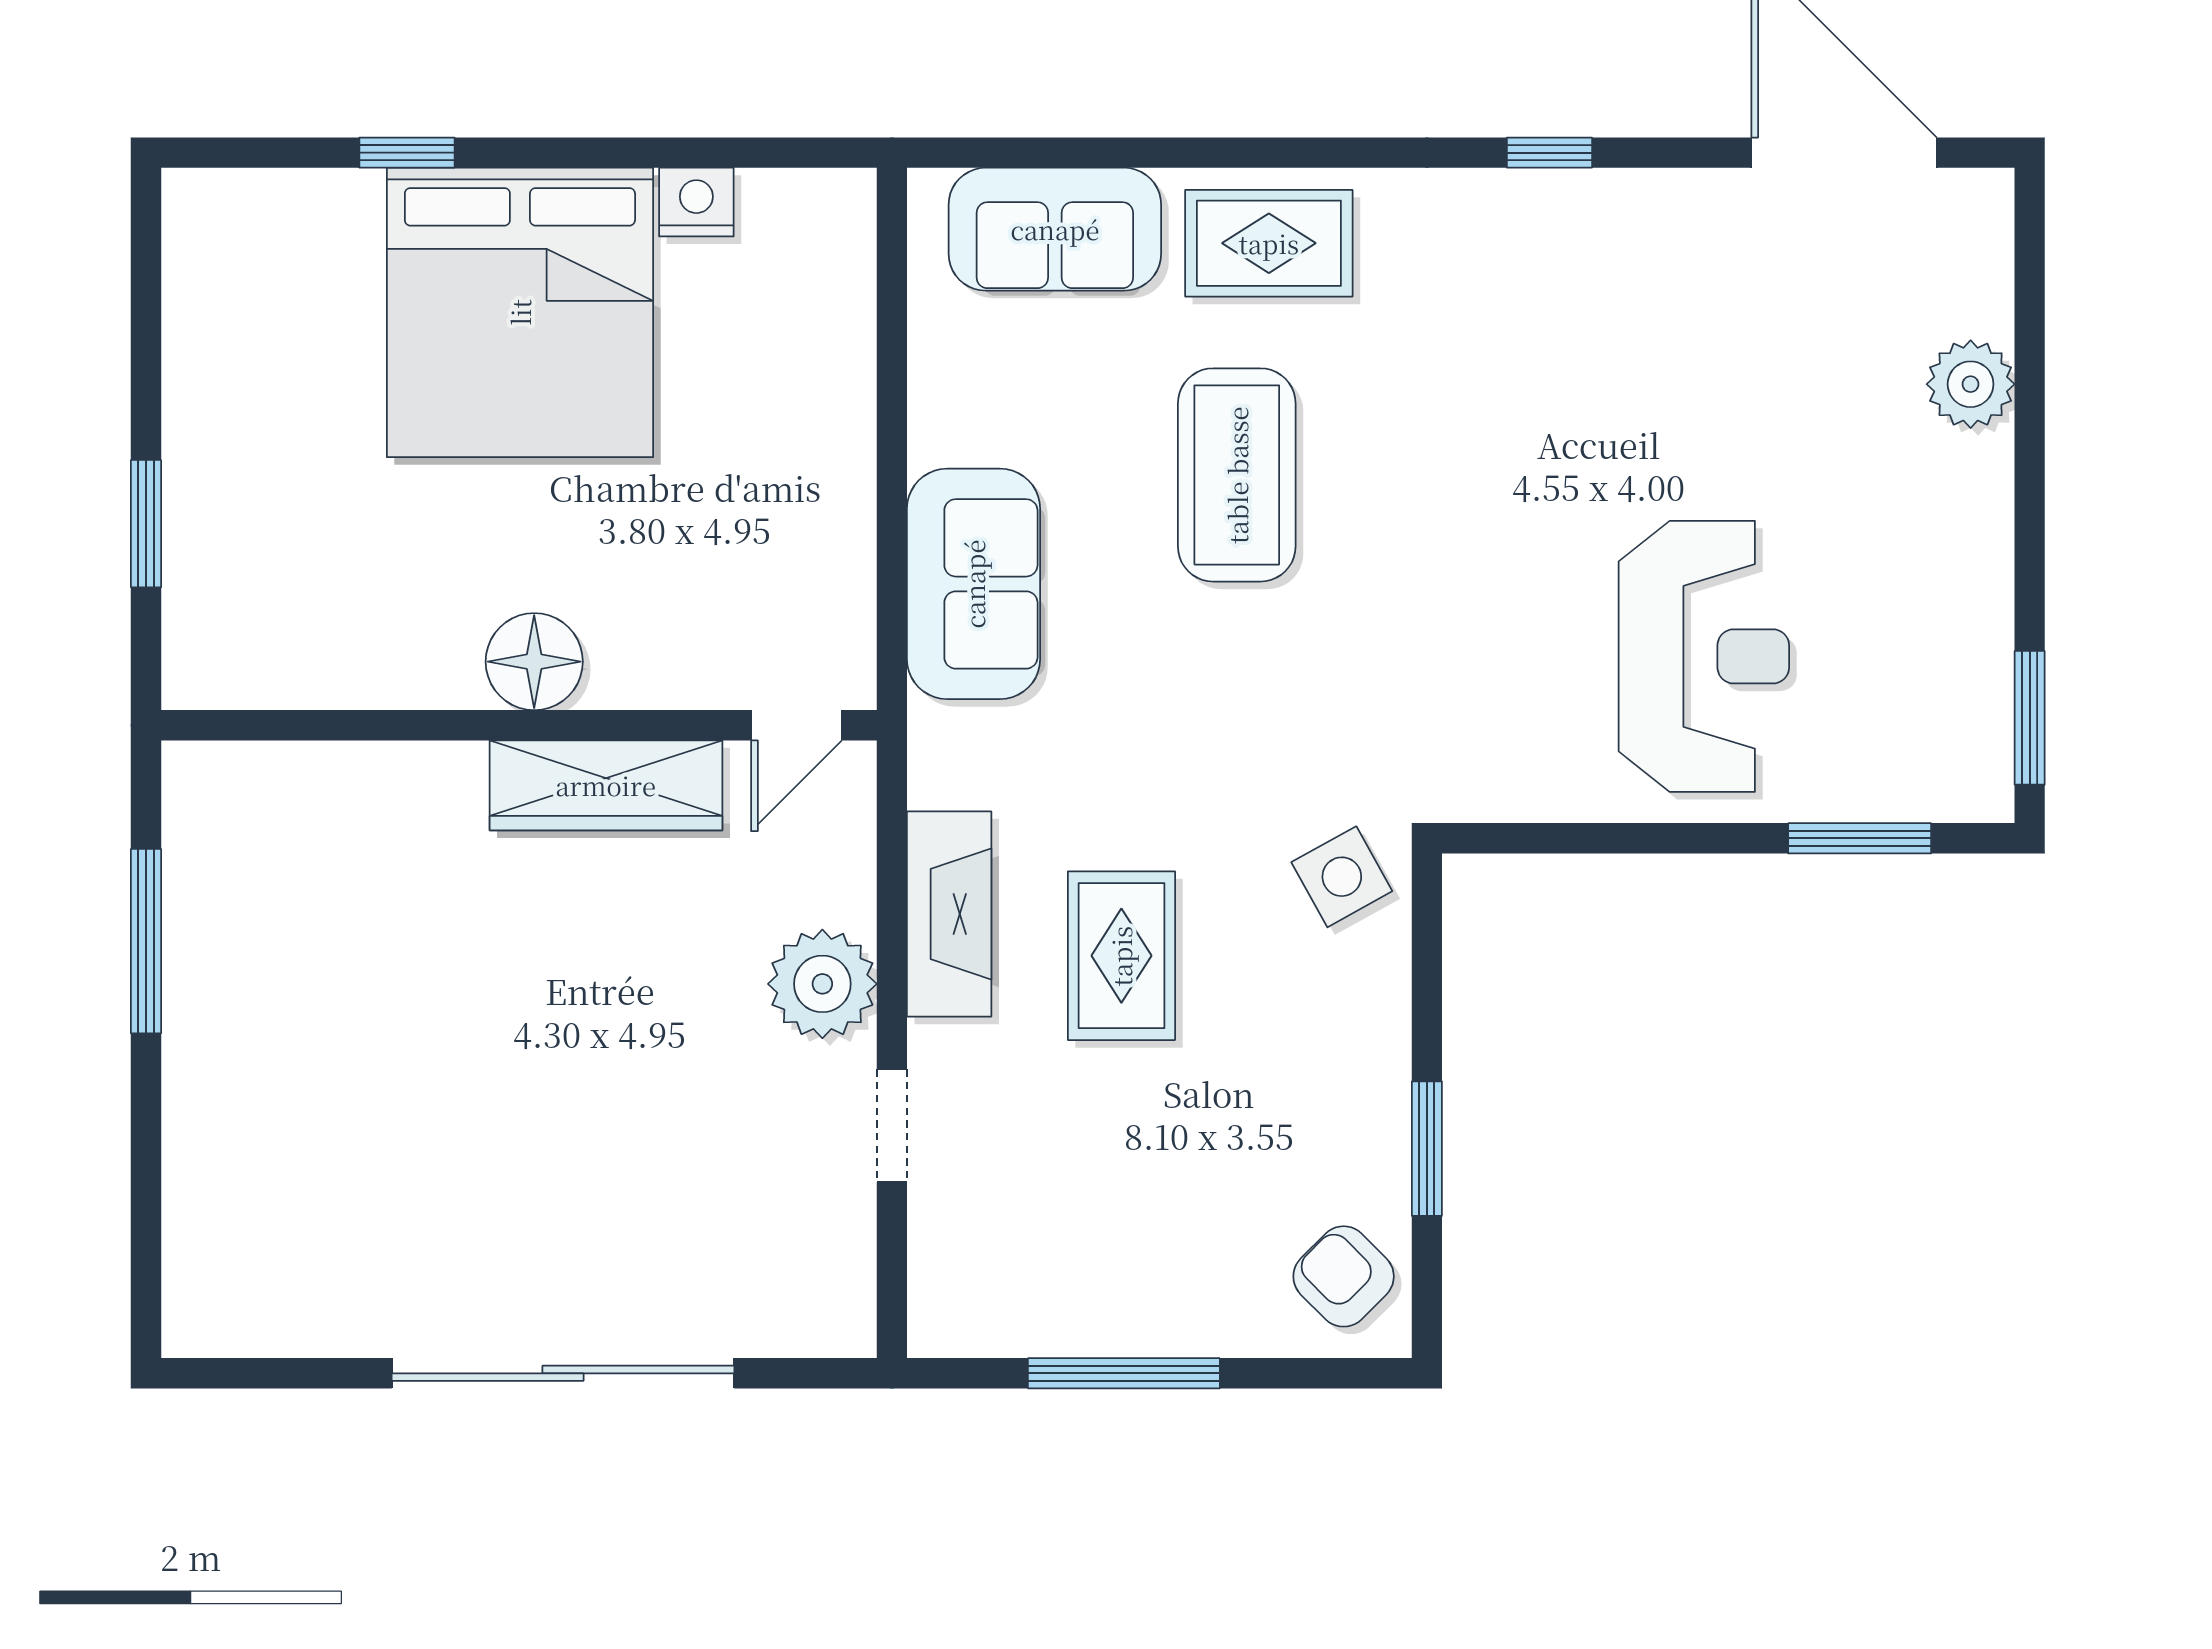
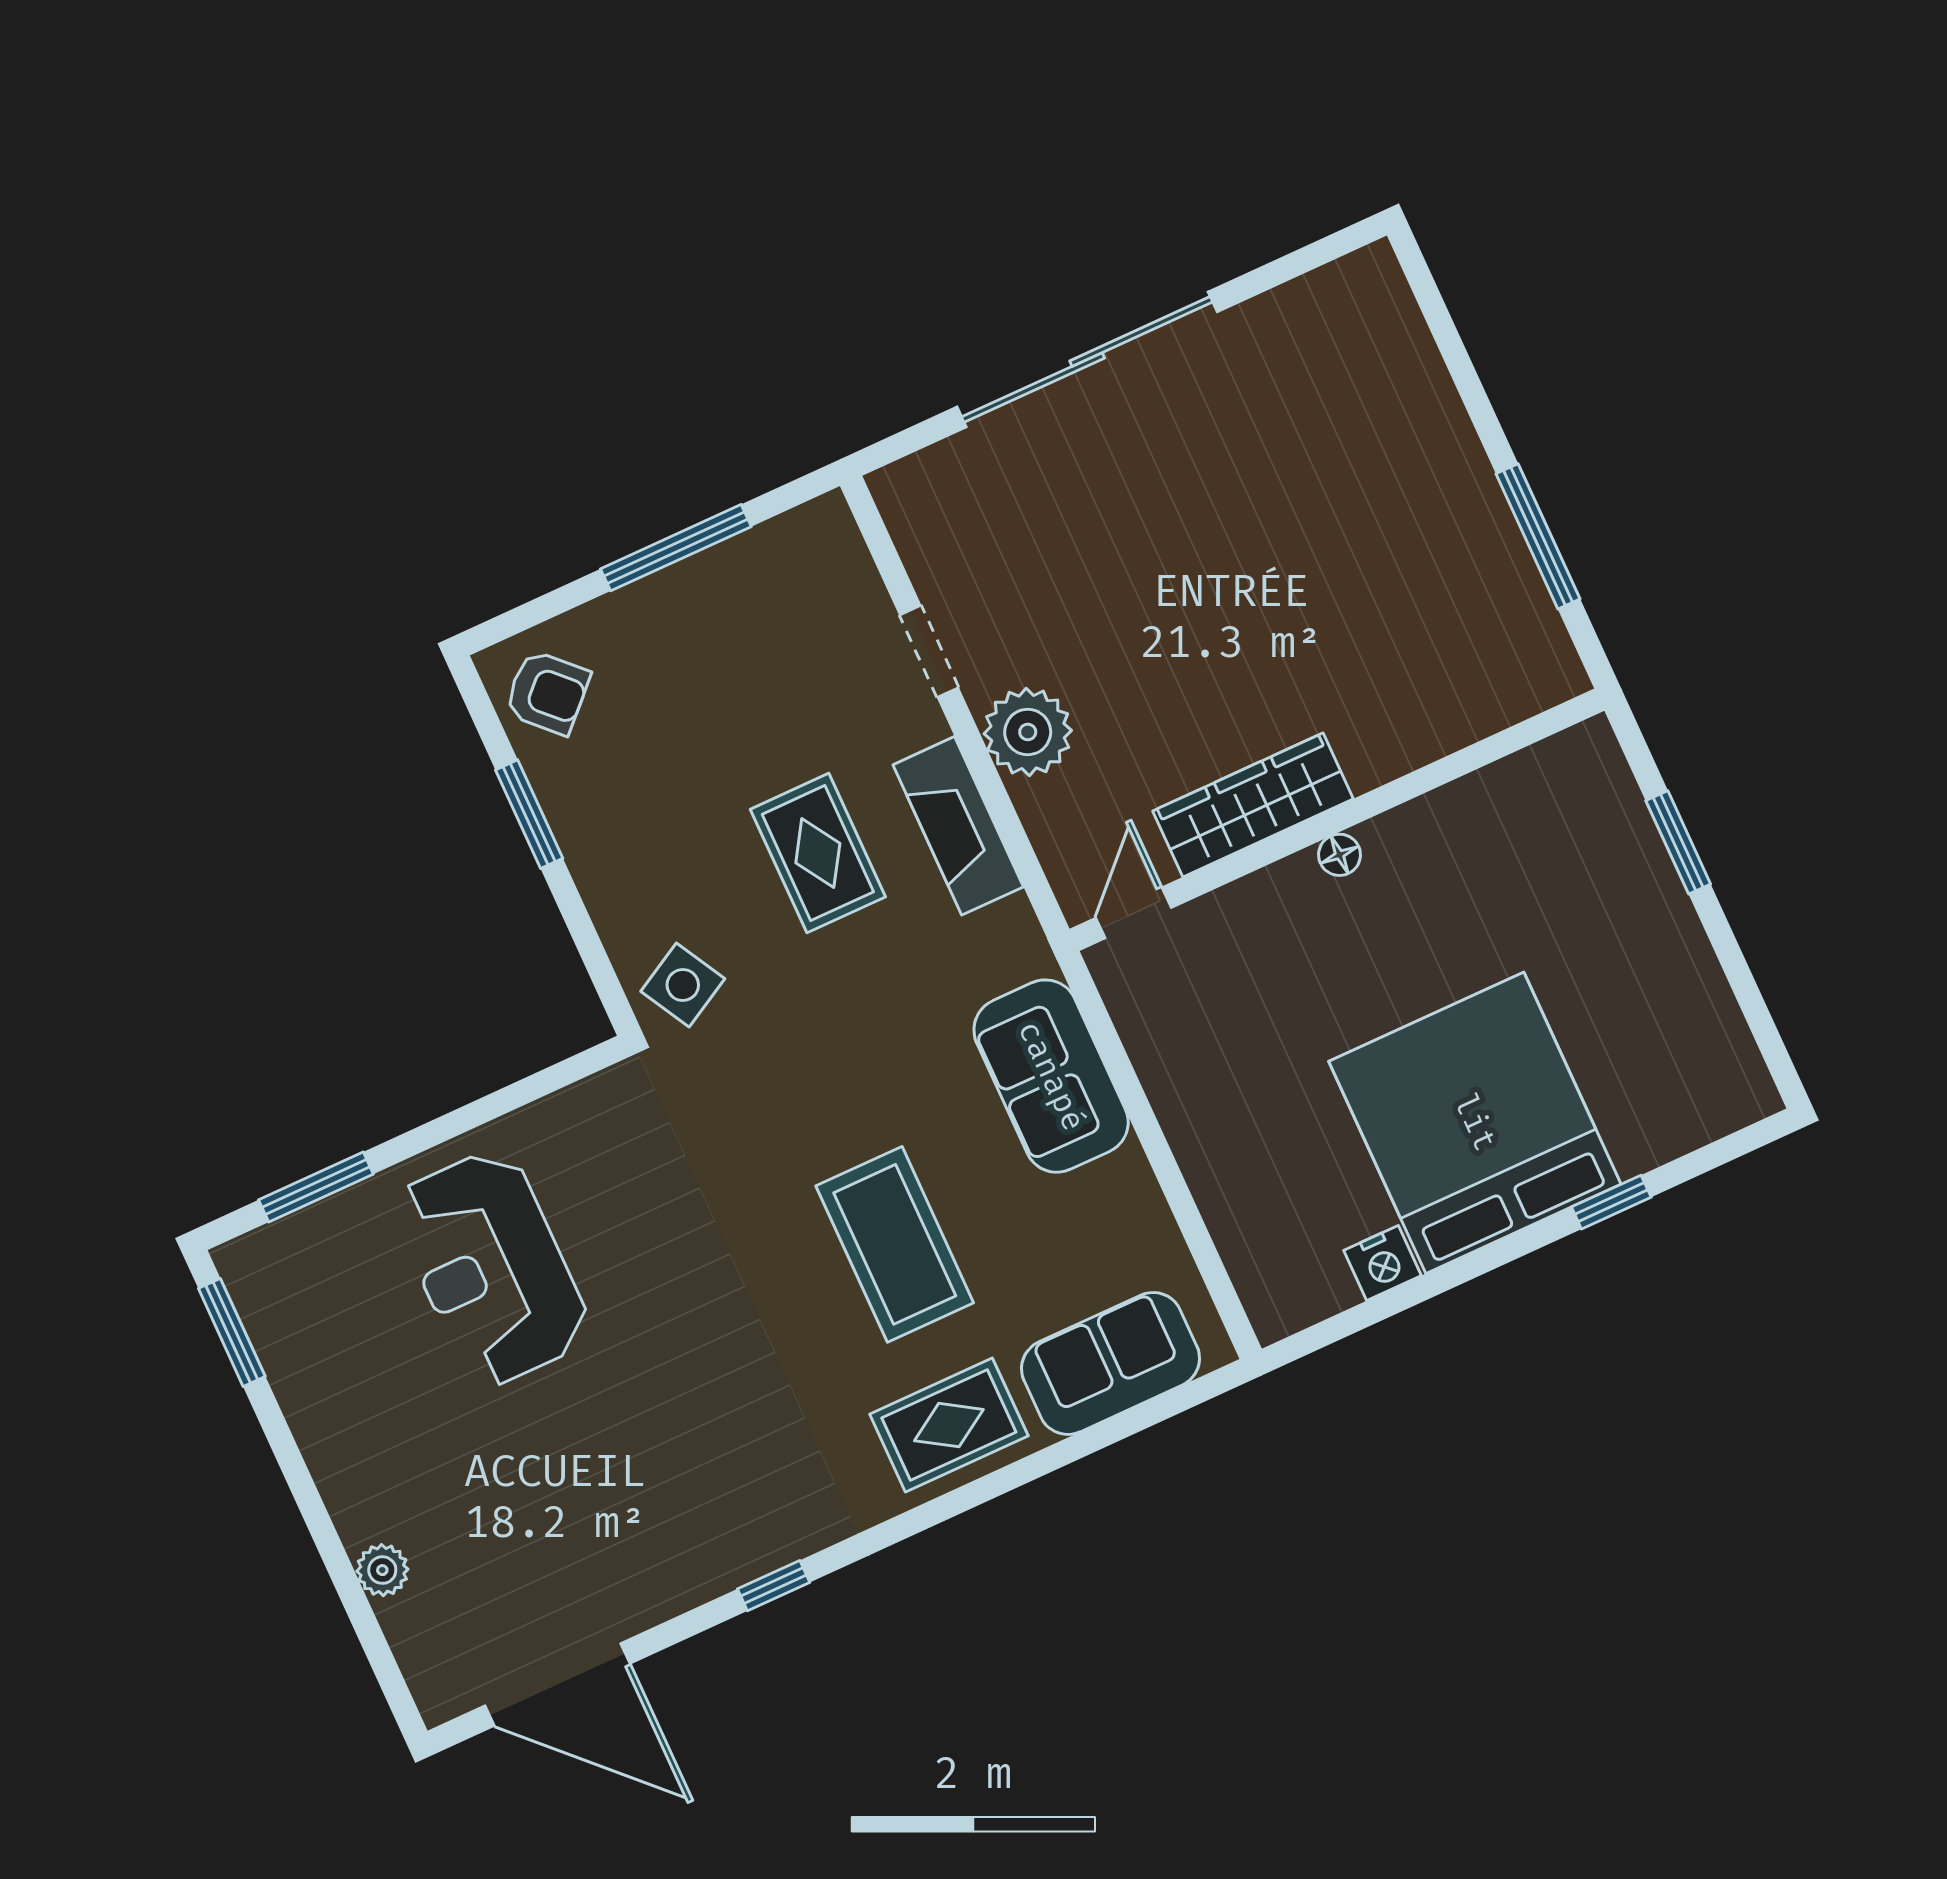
plant: (1971, 384) -> (382, 1570), width x0.73, depth x0.73
floor lamp: (534, 662) -> (1339, 855), width x0.53, depth x0.53

